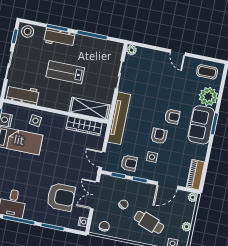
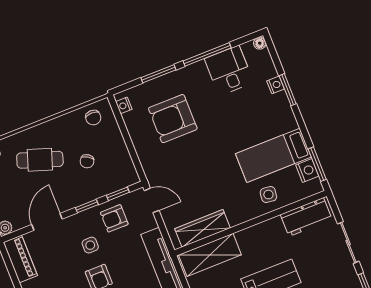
double door: (95, 195) -> (131, 149), removed

